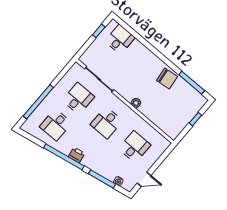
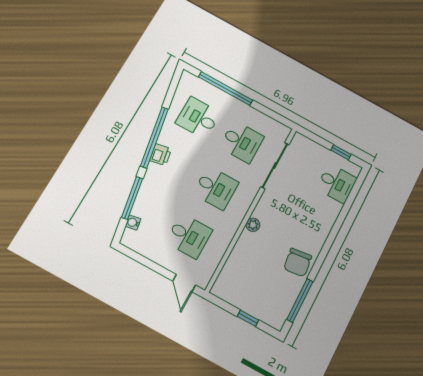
desk: (106, 123) -> (216, 188), turned 180
door: (144, 179) -> (184, 283), moved

